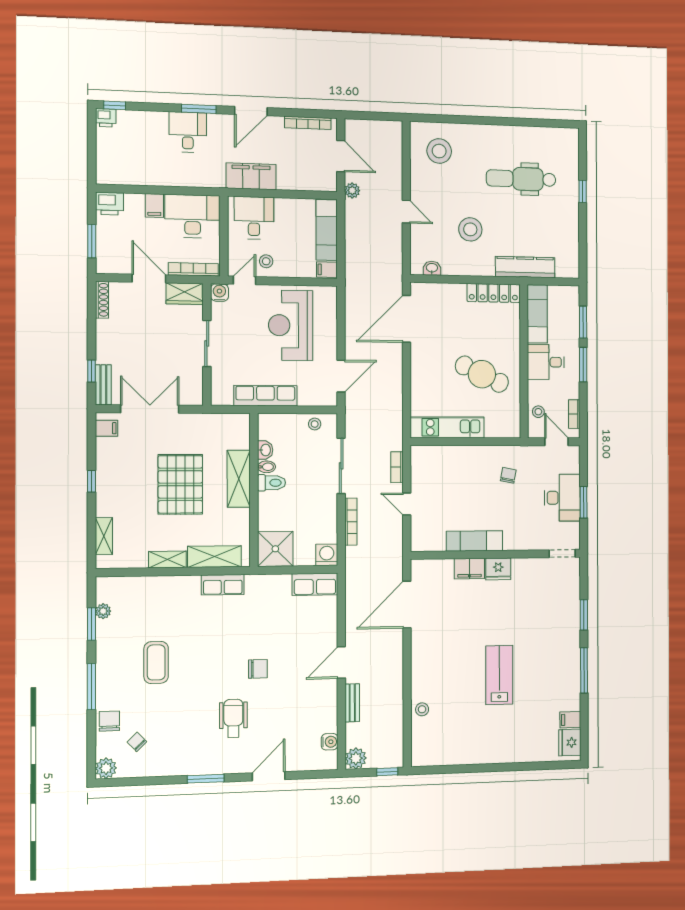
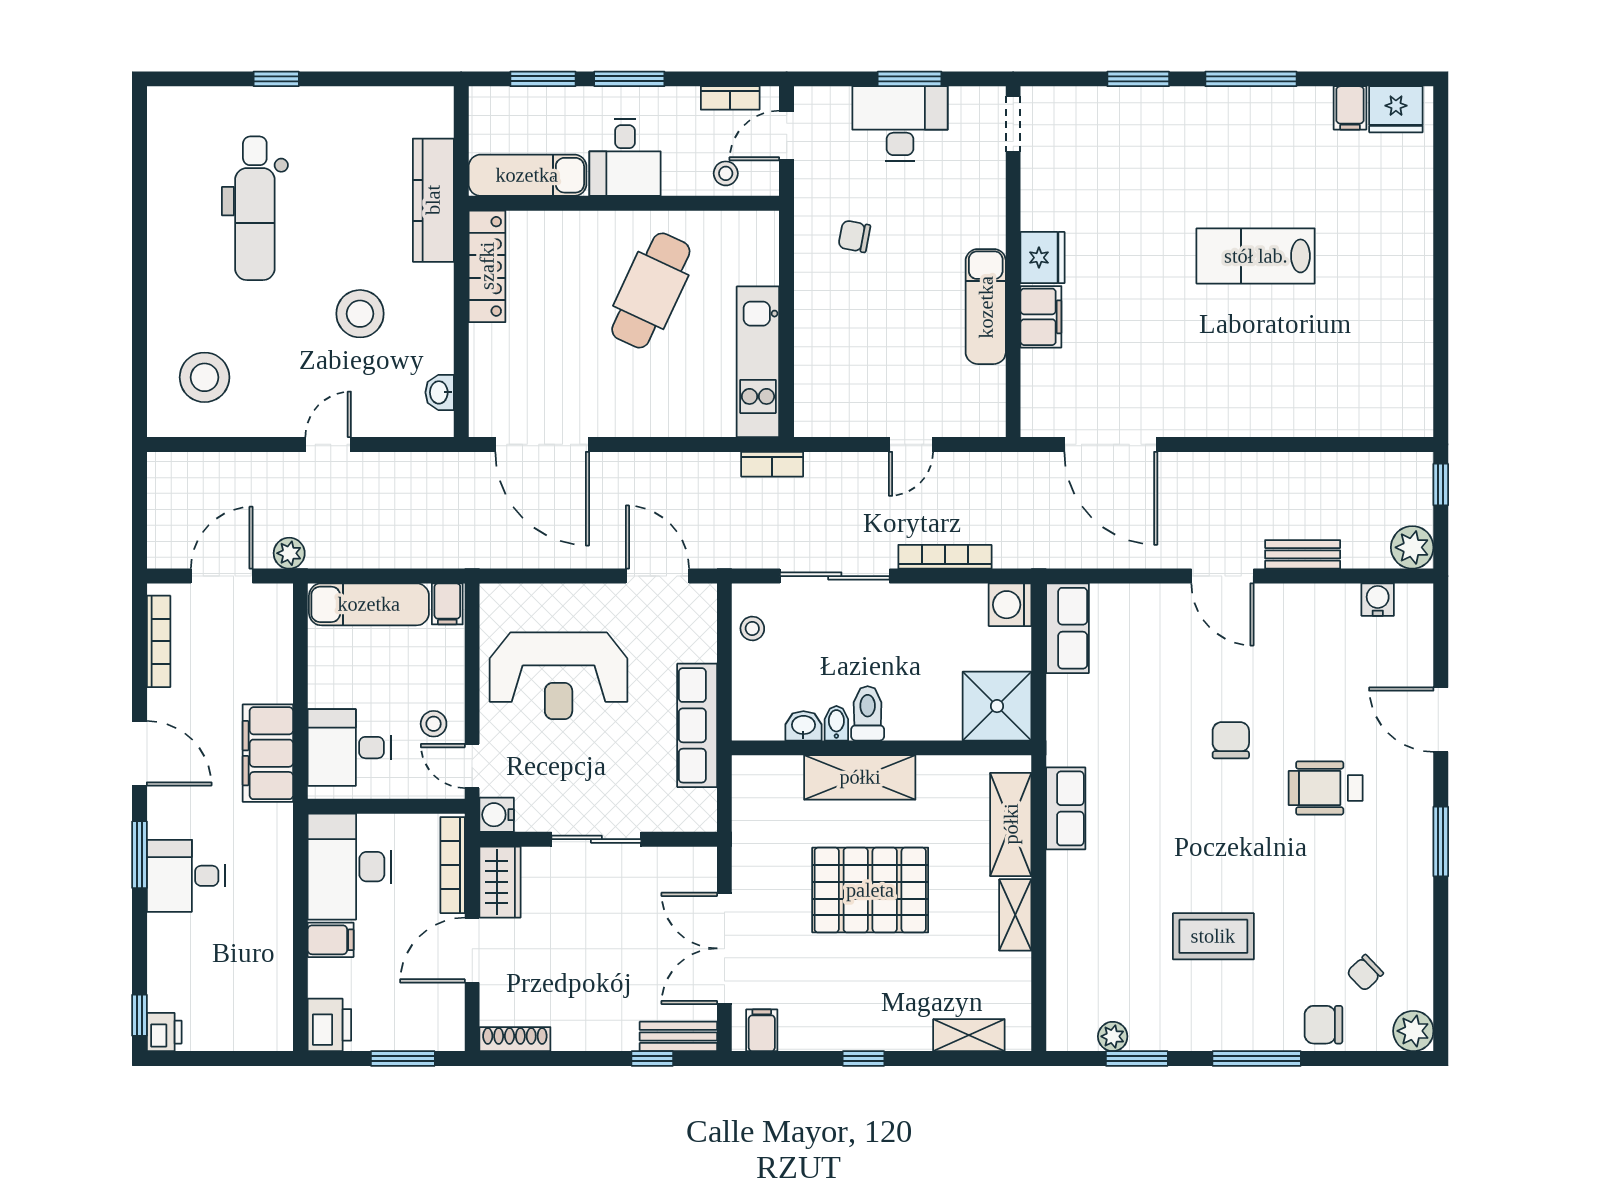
bookcase: (397, 467) -> (772, 464), moved
stool: (422, 709) -> (1320, 414), removed

